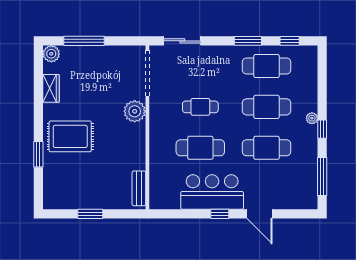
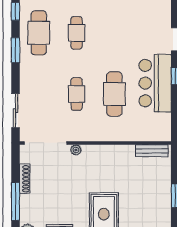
shoe rack: (109, 51) -> (25, 179), added
cafe table: (267, 107) -> (77, 33), width x0.73, depth x0.74
plant: (135, 111) -> (76, 150), width x0.53, depth x0.53
cafe table: (267, 148) -> (114, 33), removed

